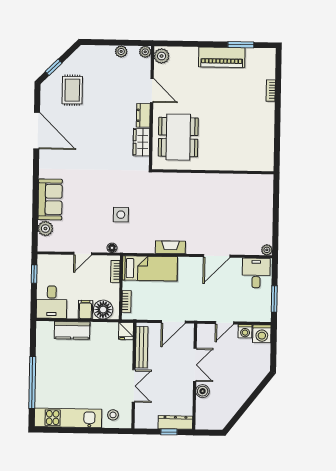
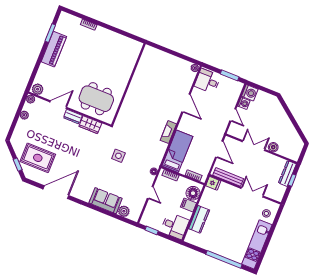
rug: (72, 90) -> (38, 158), width x1.36, depth x1.43
side table: (121, 215) -> (118, 156), moved

